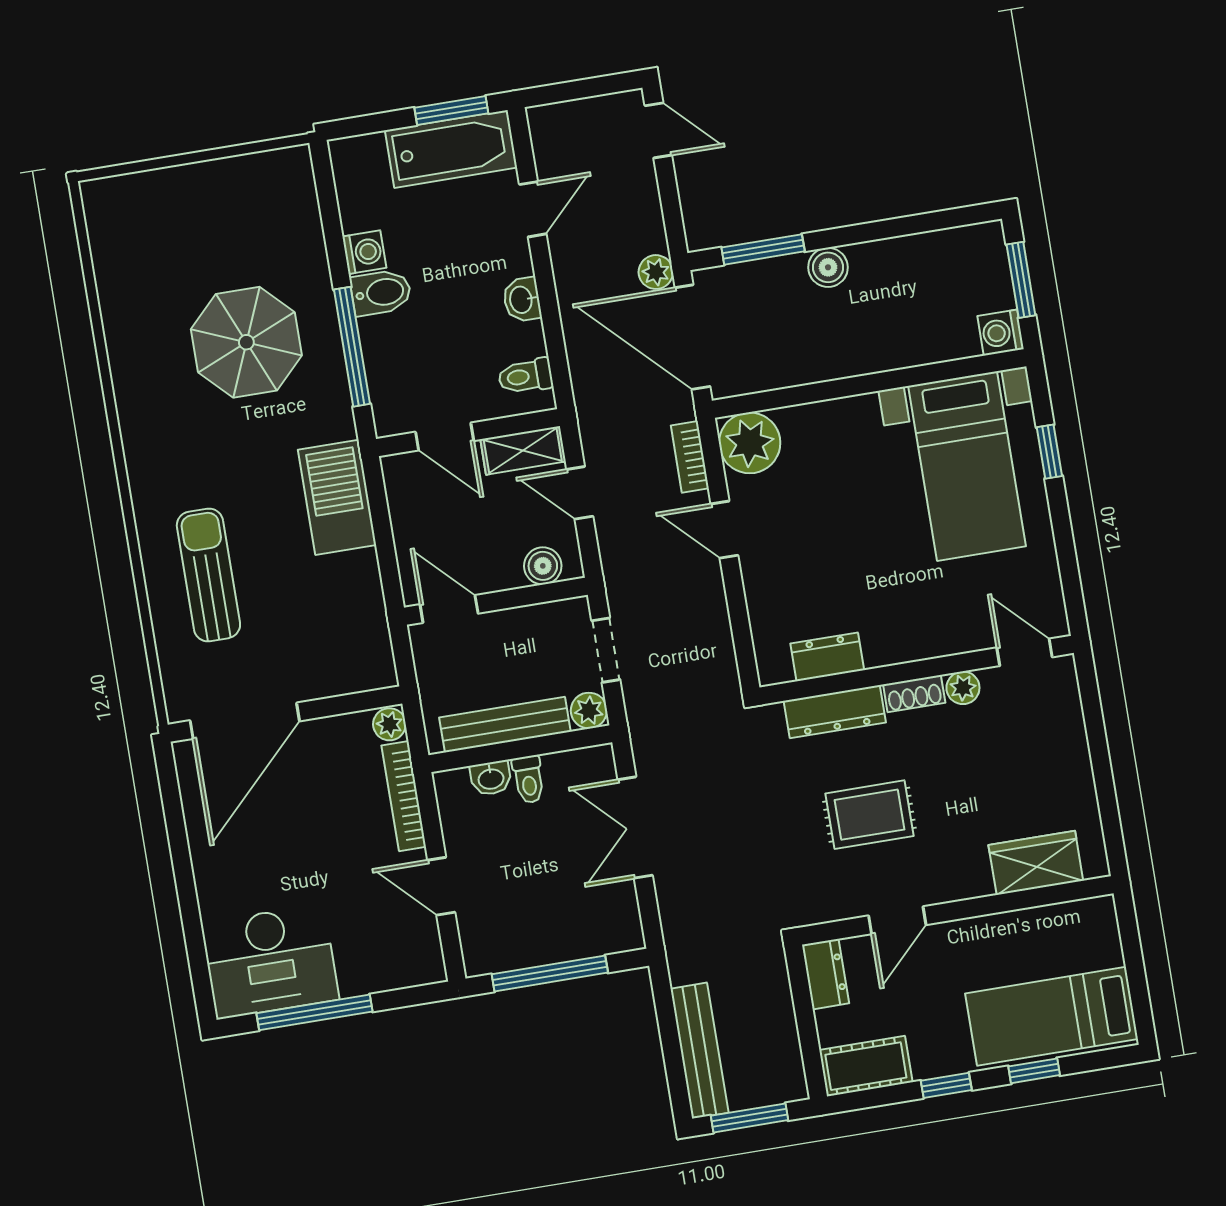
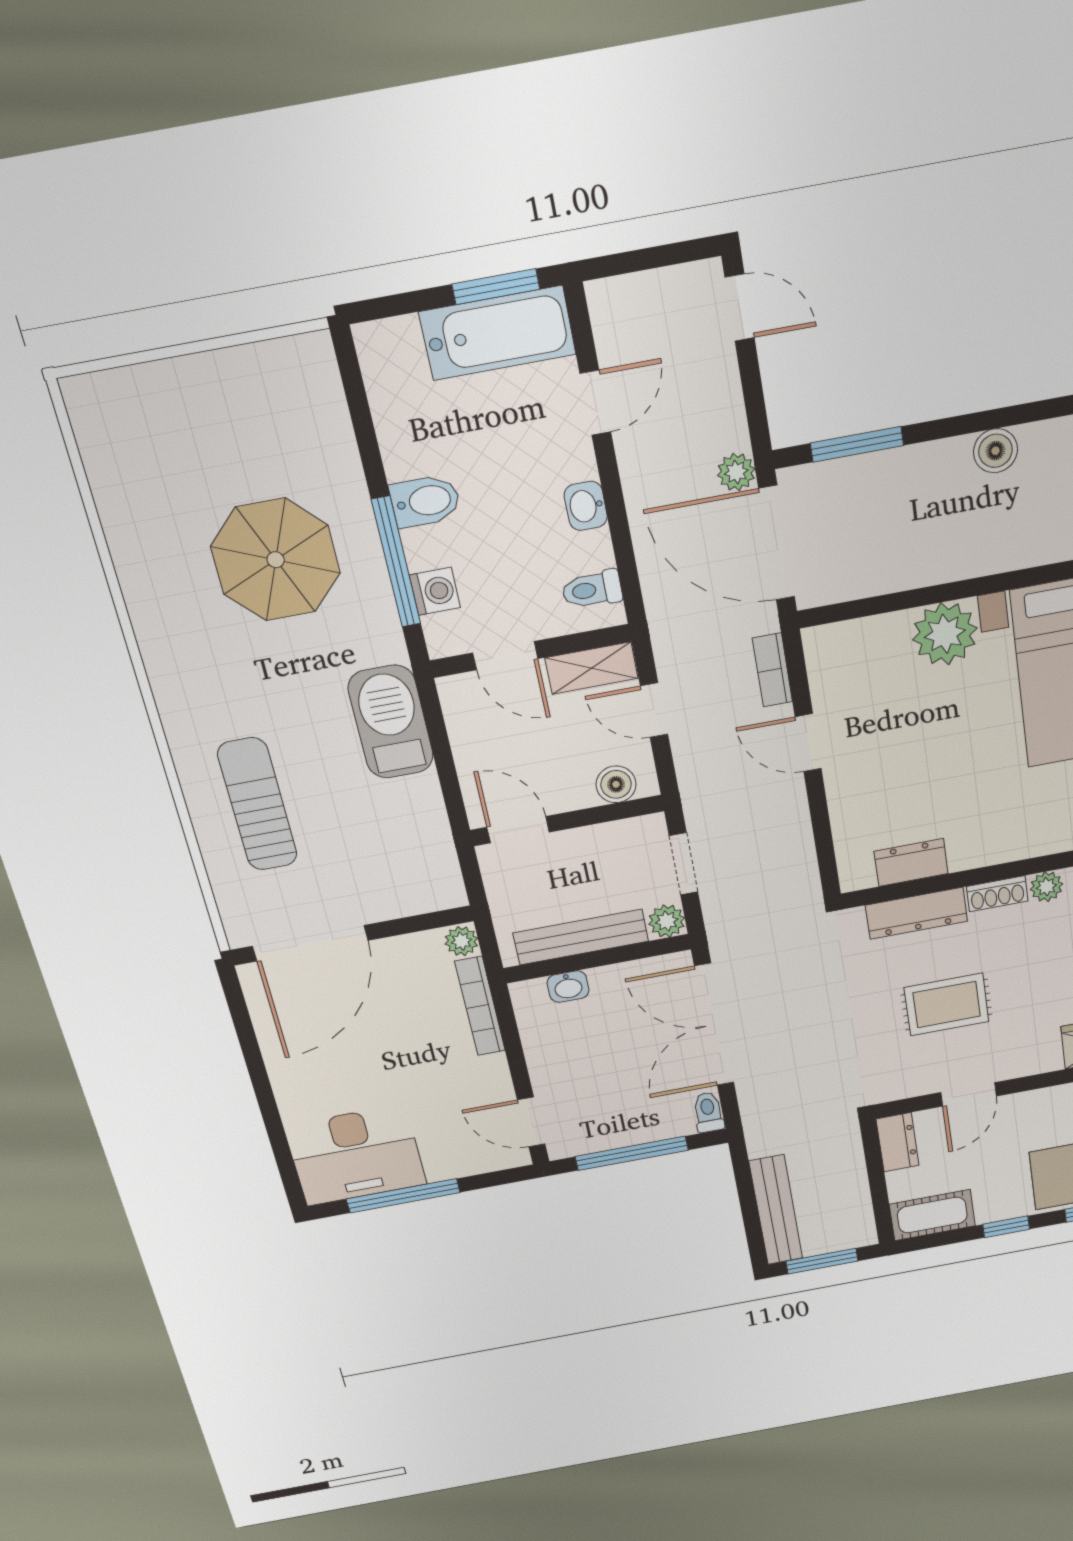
washing machine: (364, 252) -> (435, 591), moved
boiler: (828, 267) -> (995, 451), moved
plant: (750, 443) -> (945, 634), moved
toilet: (529, 779) -> (708, 1112), moved, turned 180
double door: (635, 827) -> (714, 1025), width x1.37
door: (441, 886) -> (531, 1122), moved

